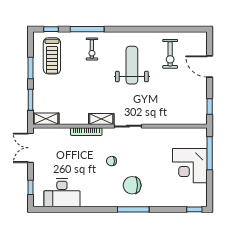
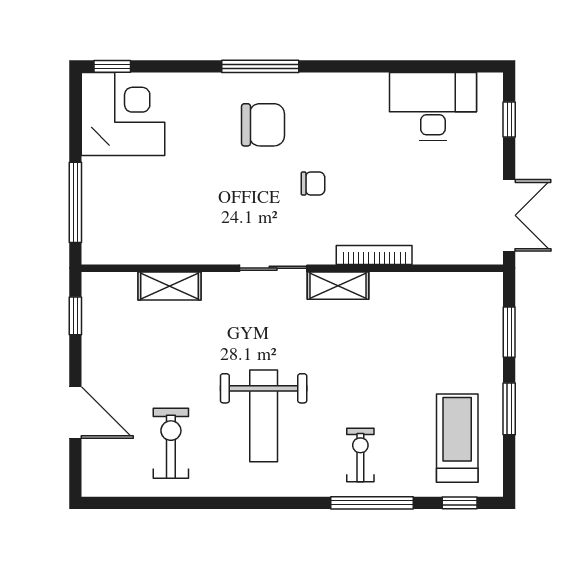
shelving: (46, 119) -> (170, 286), moved
corner desk: (190, 166) -> (123, 114), moved

